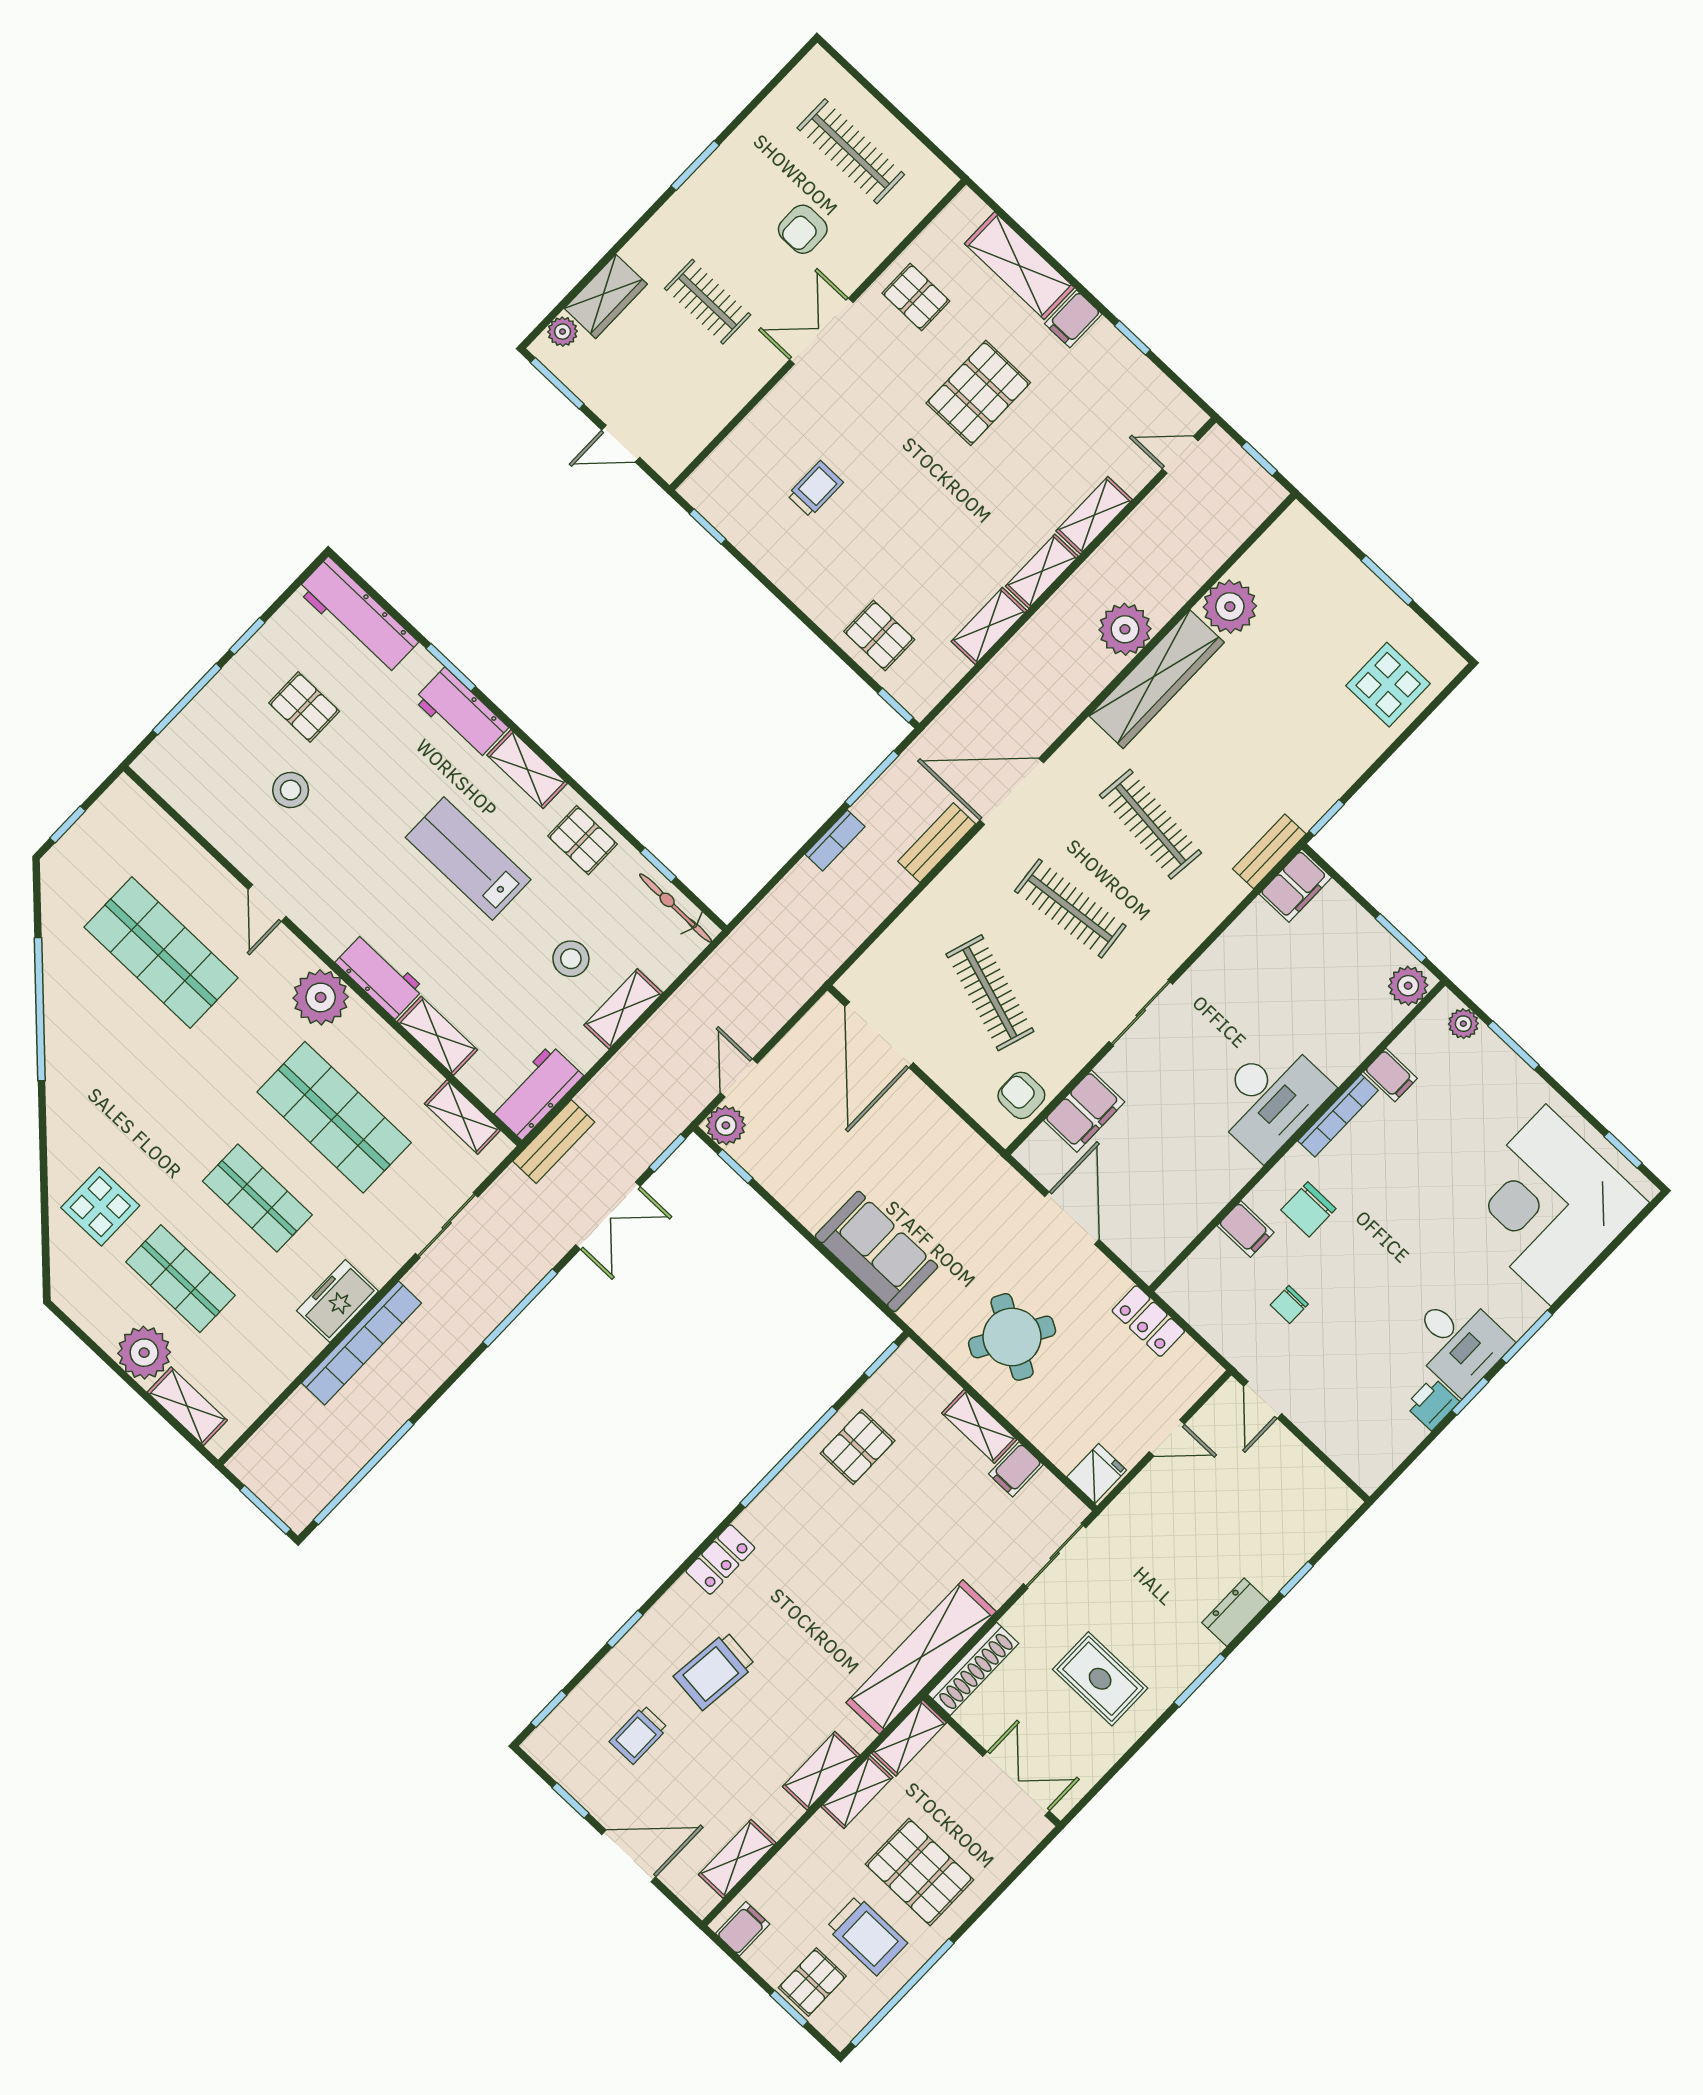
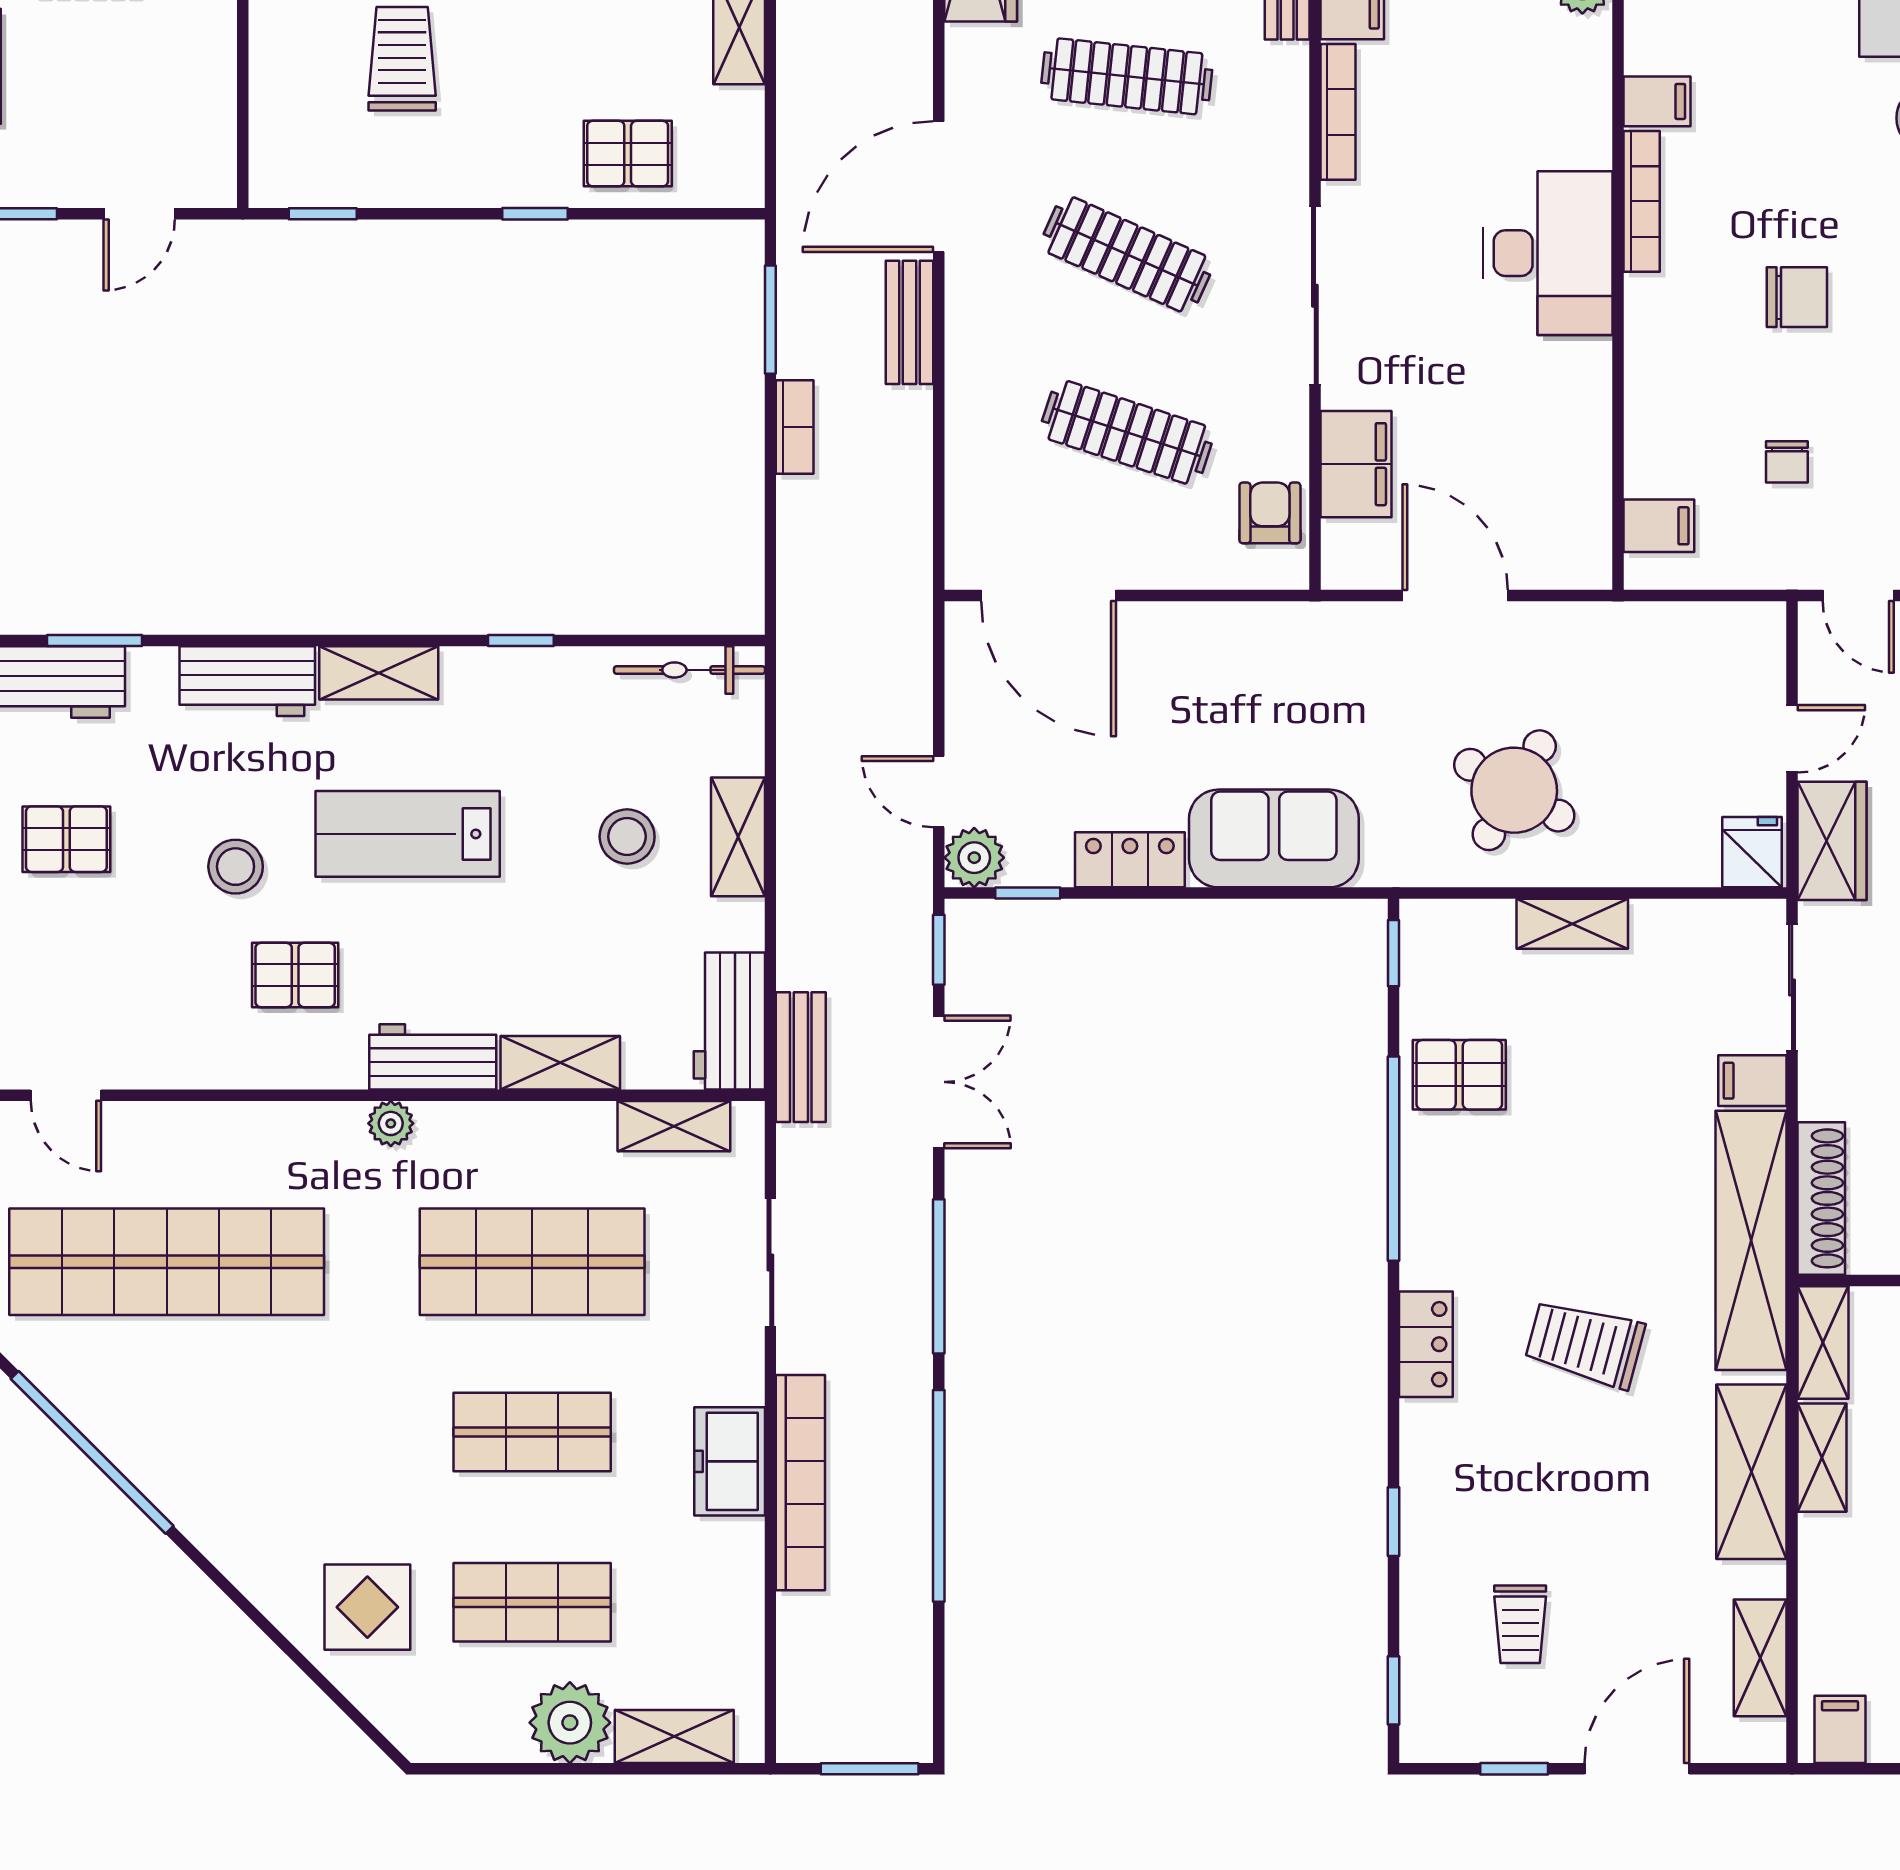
trolley: (815, 489) -> (402, 59), width x1.36, depth x1.39
window: (451, 667) -> (95, 640), moved
window: (896, 705) -> (535, 214), moved
stool: (291, 790) -> (236, 867), moved
pallet: (582, 840) -> (295, 975), moved
window: (658, 865) -> (521, 640), moved
door: (267, 903) -> (66, 1095), moved
clothes rail: (1070, 908) -> (1127, 254), turned 30
bookcase: (1234, 936) -> (1338, 112), added
shop shelf: (161, 952) -> (167, 1262), width x1.40
plant: (321, 997) -> (391, 1123), width x0.53, depth x0.53
sliding door: (1141, 1013) -> (1315, 296), width x1.37
armchair: (1021, 1095) -> (1270, 513), turned 90
chair: (1308, 1209) -> (1797, 297), moved, turned -90
filing cabinet: (1246, 1229) -> (1659, 526), moved
locker: (1148, 1321) -> (1130, 860), moved, turned 180
pallet: (858, 1447) -> (1459, 1075), turned 90
filing cabinet: (1016, 1469) -> (1752, 1081), moved, turned 90
window: (363, 1472) -> (939, 1496), moved
wardrobe: (1140, 1504) -> (1832, 841), added
trolley: (714, 1671) -> (1585, 1344), moved, turned 99
shelving: (821, 1771) -> (1751, 1472), width x1.50, depth x1.33

